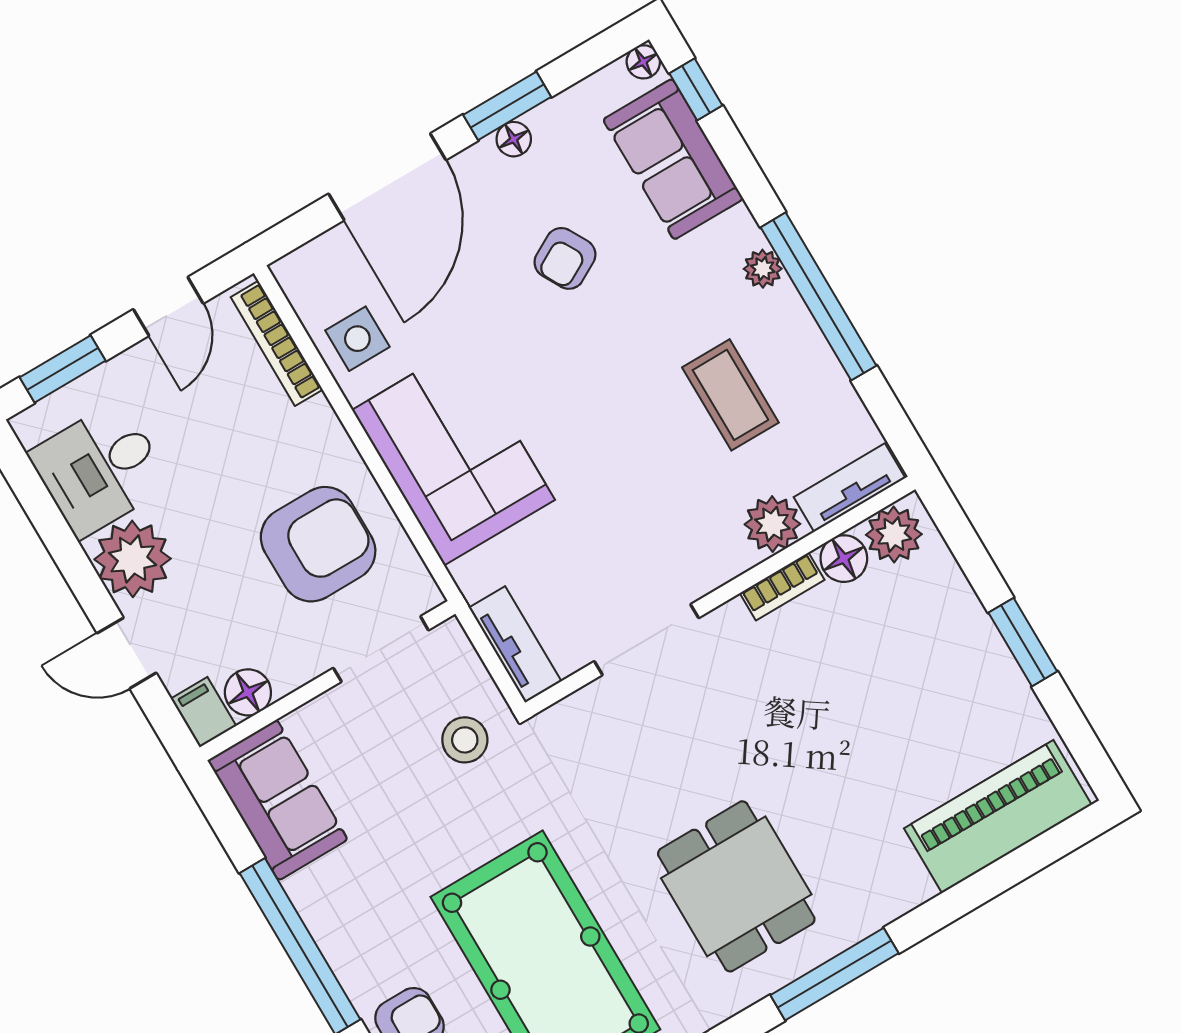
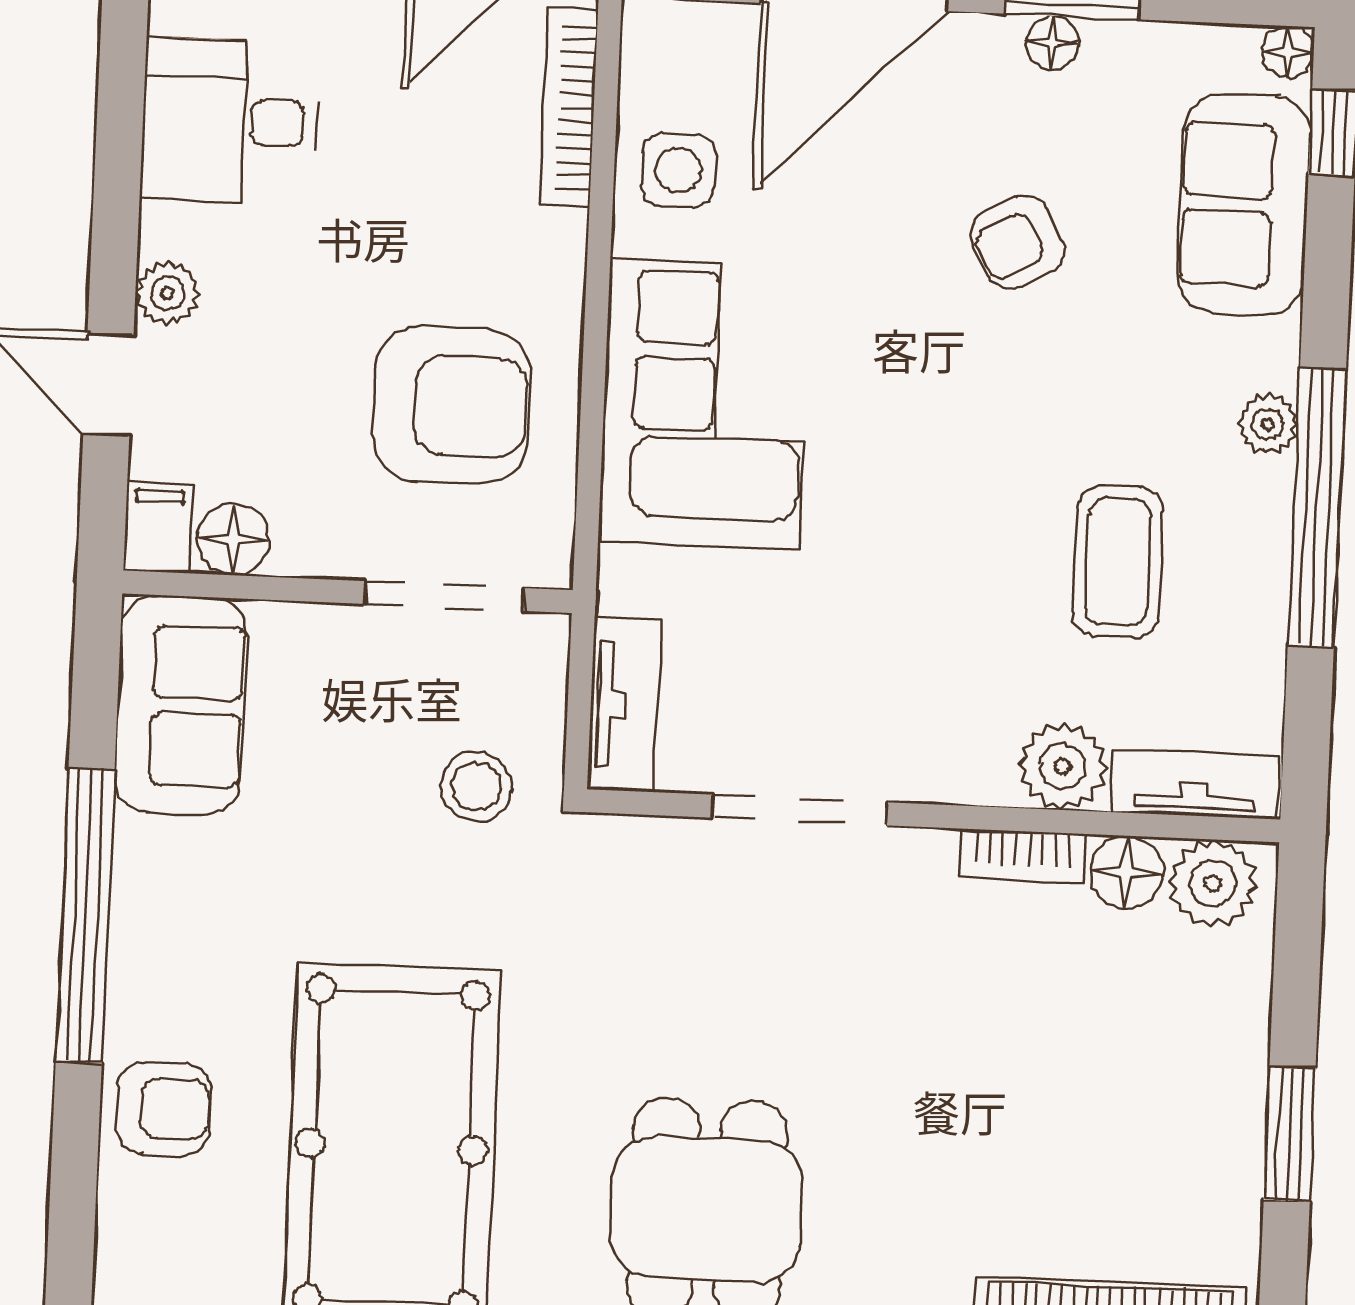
plant: (133, 559) -> (167, 293), width x0.53, depth x0.53

